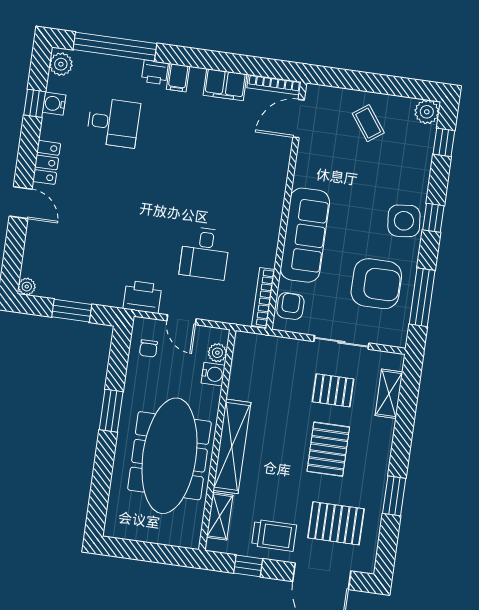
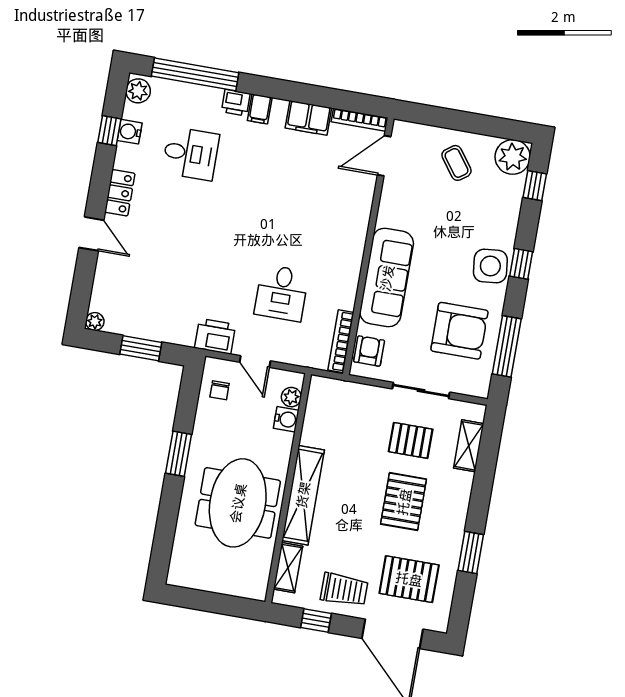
plant: (427, 112) -> (513, 157), width x1.36, depth x1.36
meeting table: (169, 456) -> (238, 503), width x0.73

